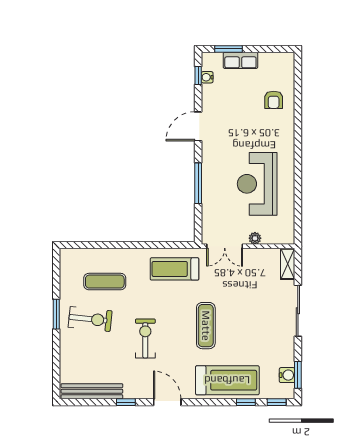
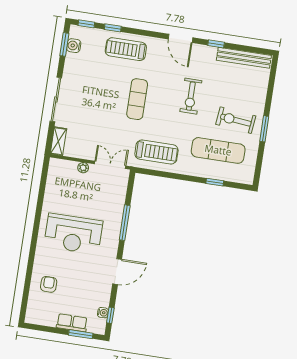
reception desk: (257, 184) -> (73, 234), moved, turned 90
window: (103, 245) -> (215, 182), added
exercise mat: (105, 282) -> (218, 150), width x1.36, depth x1.45
treadmill: (227, 380) -> (126, 49), width x0.73, depth x0.73

